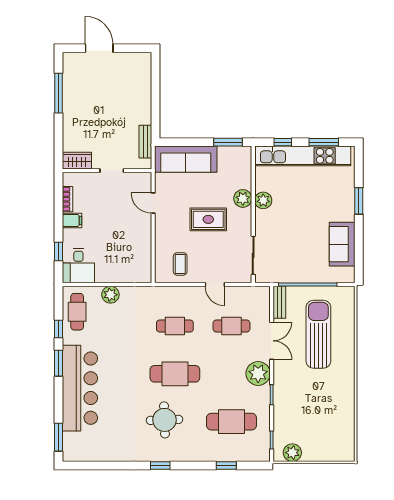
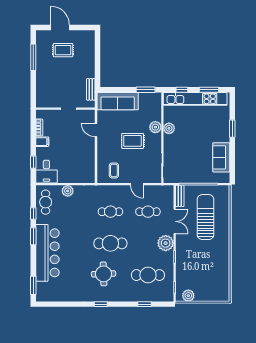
rug: (103, 82) -> (63, 50), added
wardrobe: (77, 161) -> (45, 102), removed

